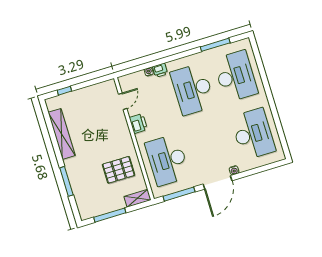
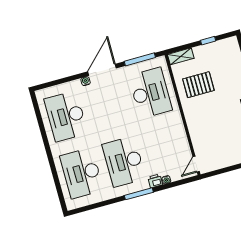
window: (215, 45) -> (139, 194), moved
desk: (193, 89) -> (124, 162), turned 180
door: (123, 101) -> (196, 164), moved
printer: (138, 123) -> (178, 129), removed
window: (110, 215) -> (208, 41), width x0.46

